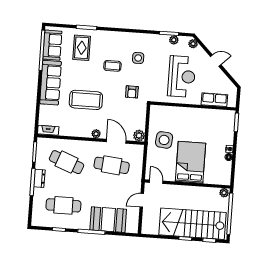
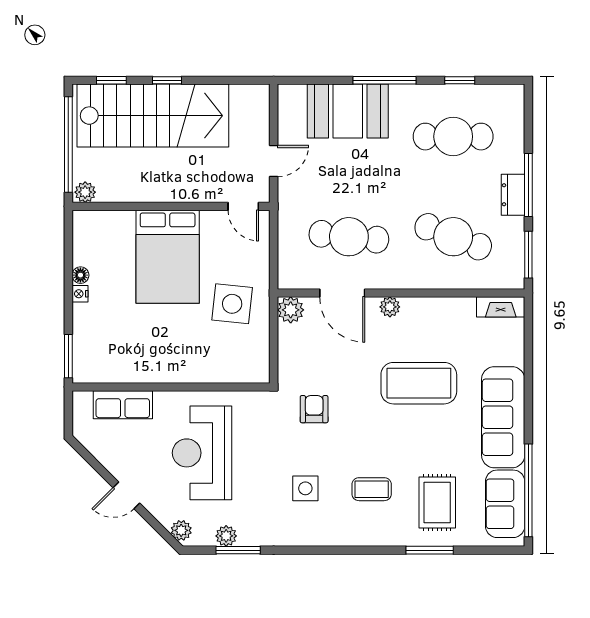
coffee table: (112, 66) -> (372, 489), moved

